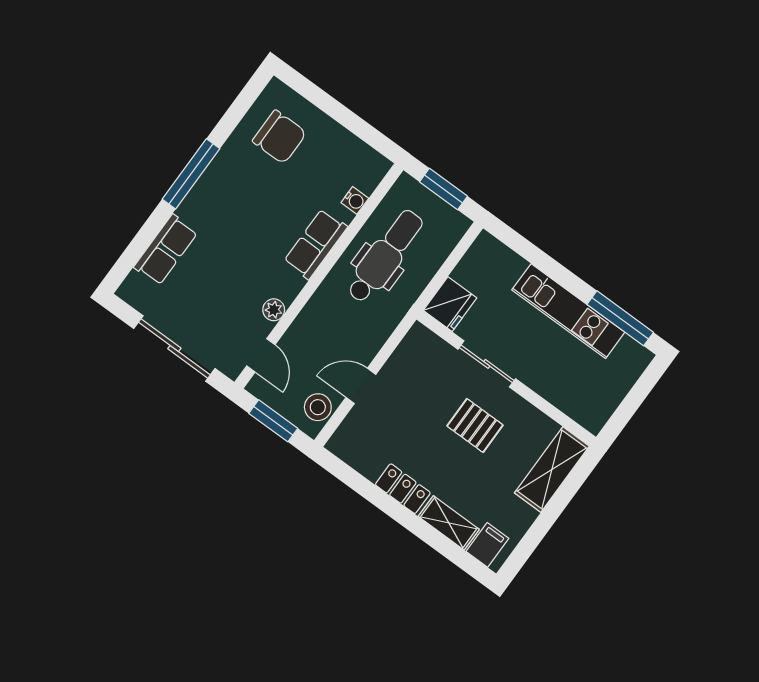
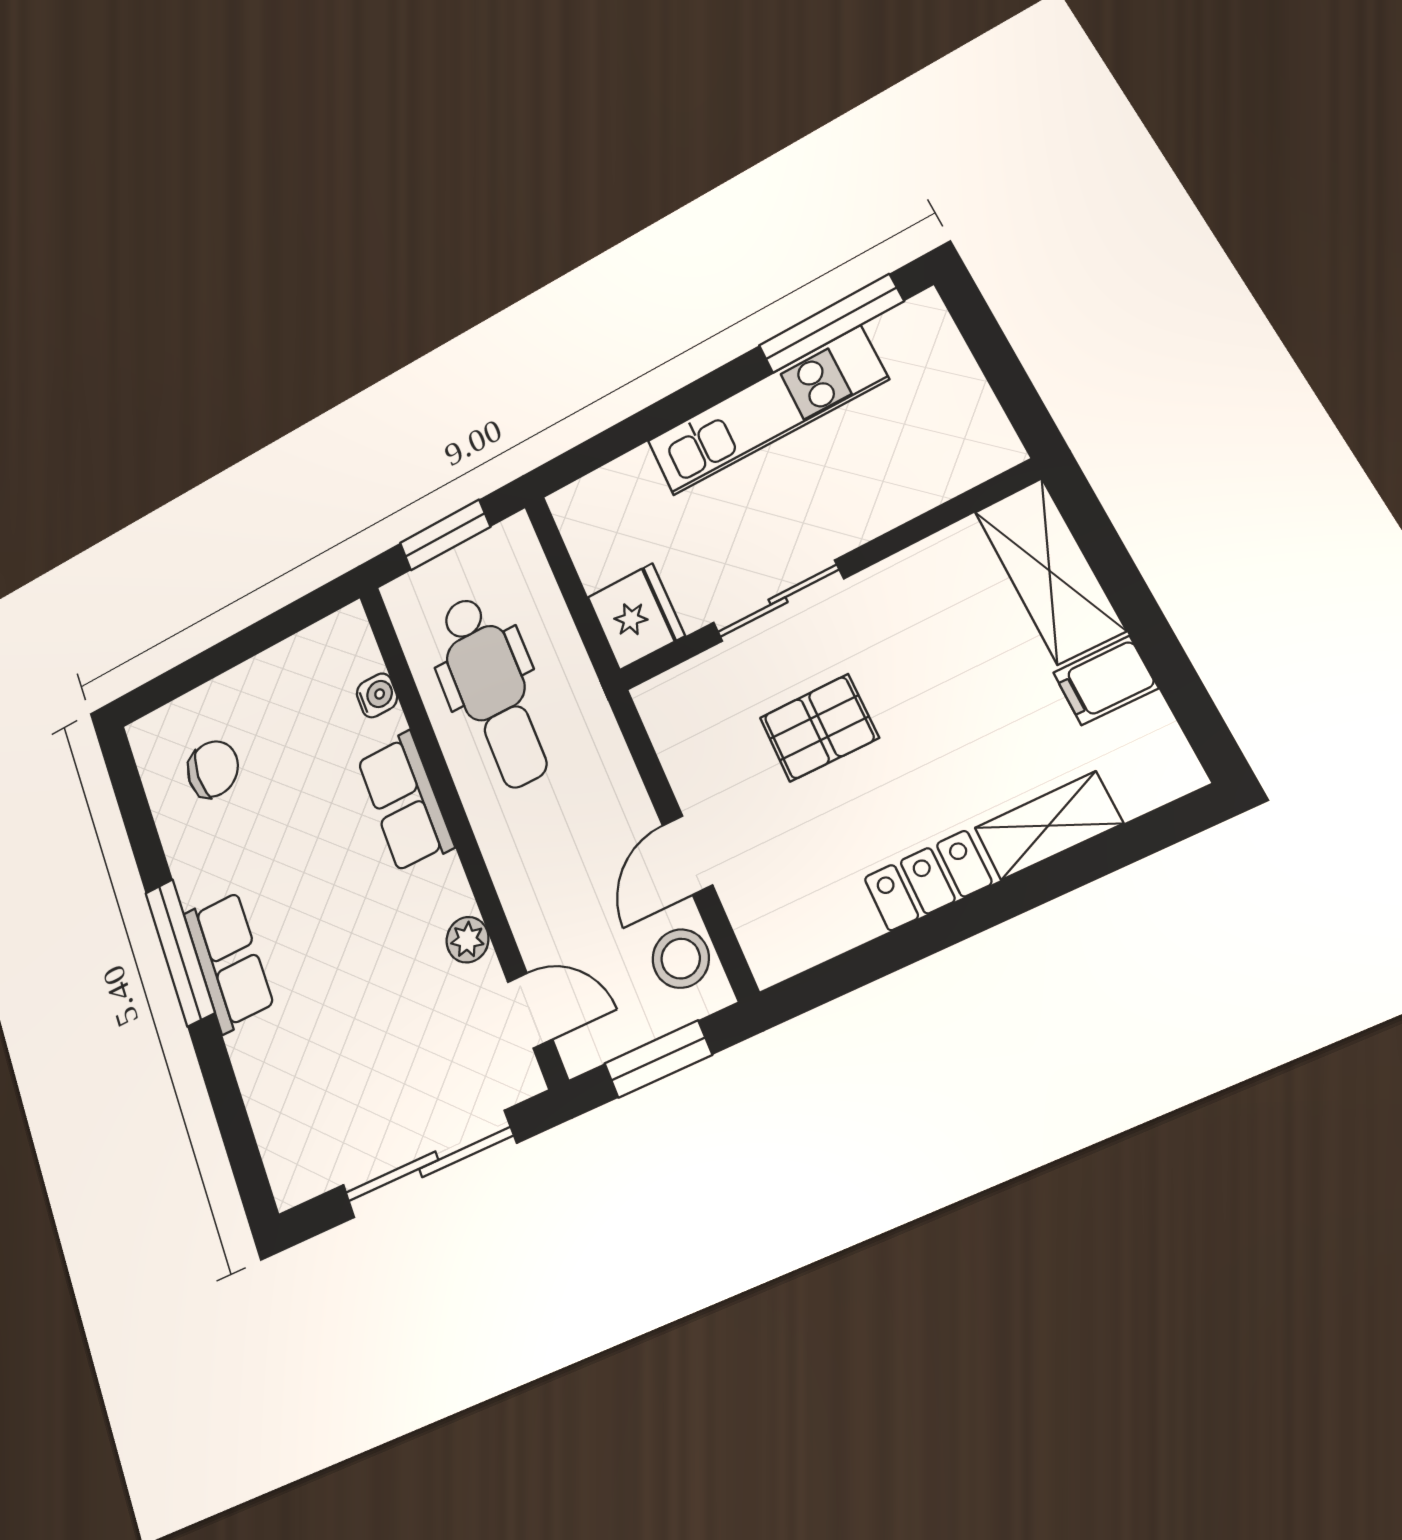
chair: (279, 137) -> (213, 769), width x0.73, depth x0.73
row of seats: (166, 250) -> (229, 961), moved
dental chair: (385, 256) -> (493, 691), turned 180
pallet: (475, 425) -> (819, 728), moved
filing cabinet: (487, 545) -> (1105, 681), moved, turned -90

